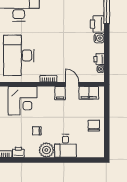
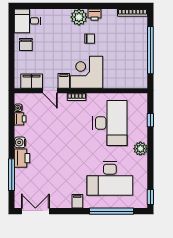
corner desk: (23, 101) -> (86, 72), moved
desk: (65, 146) -> (27, 21), moved, turned -90
printer: (18, 152) -> (95, 15), moved

